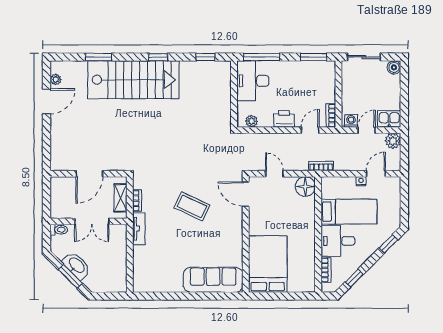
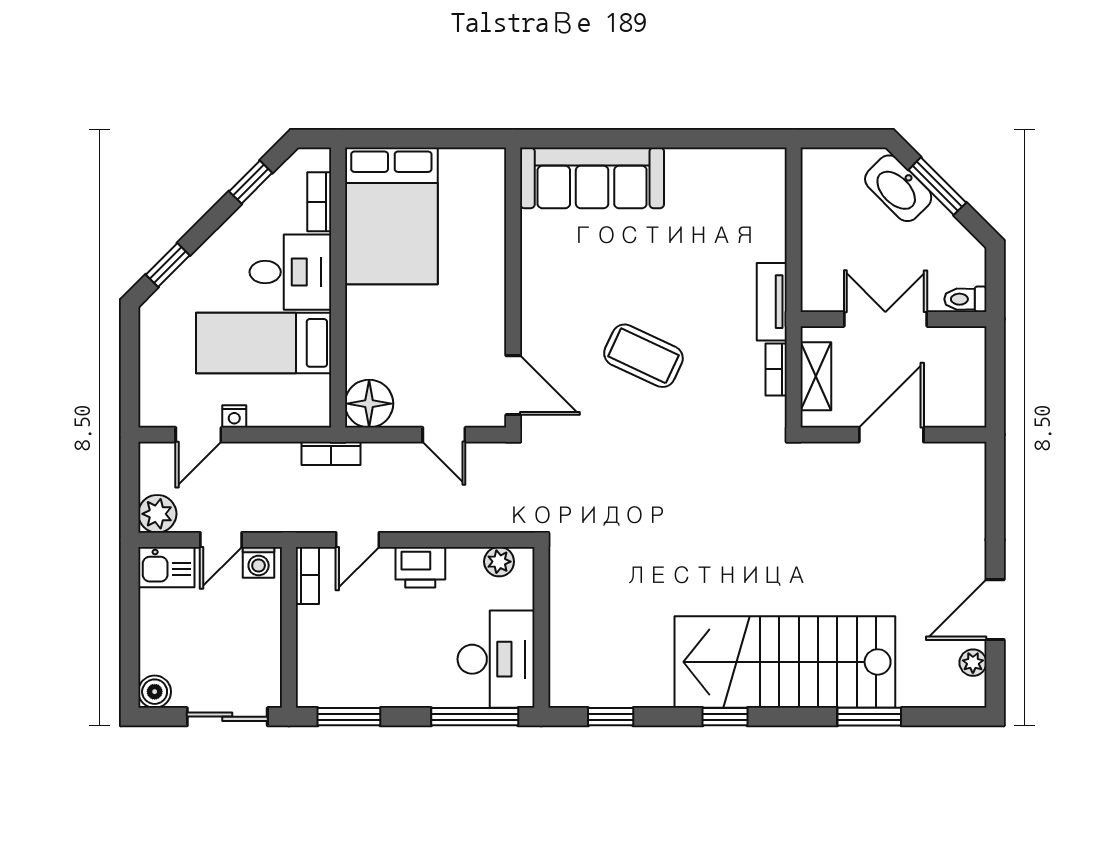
bed: (268, 264) -> (391, 216), moved
washbasin: (76, 265) -> (898, 188), moved

